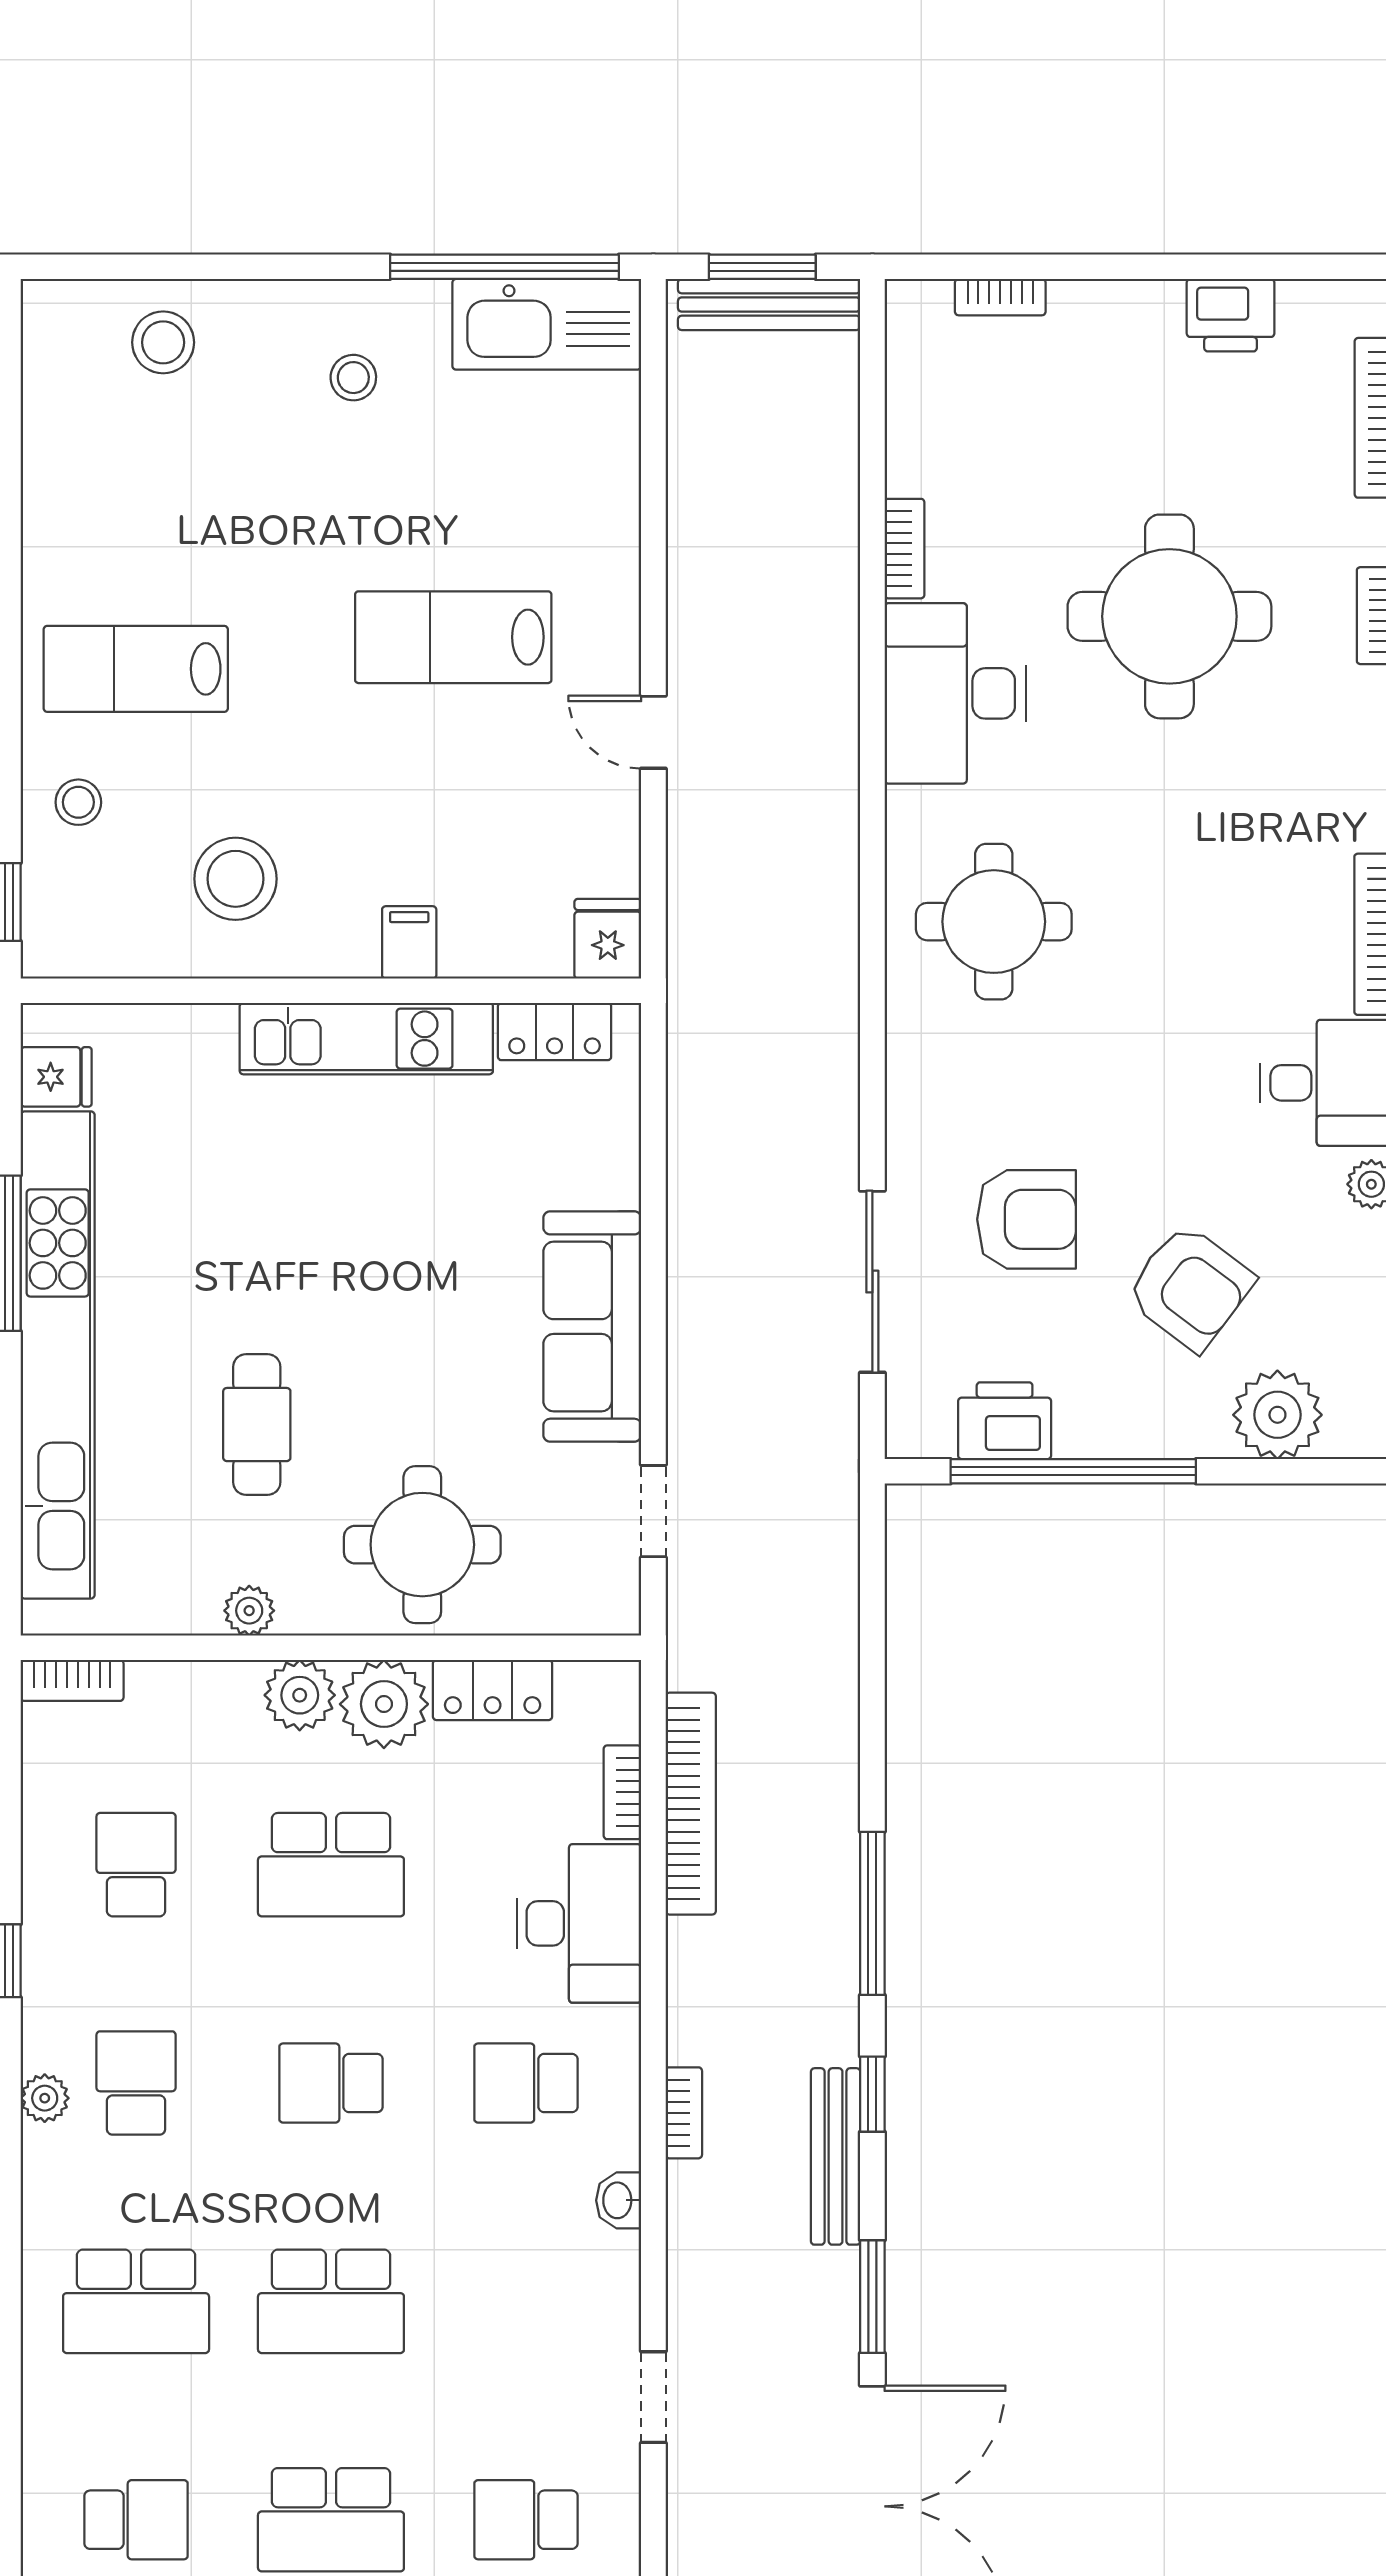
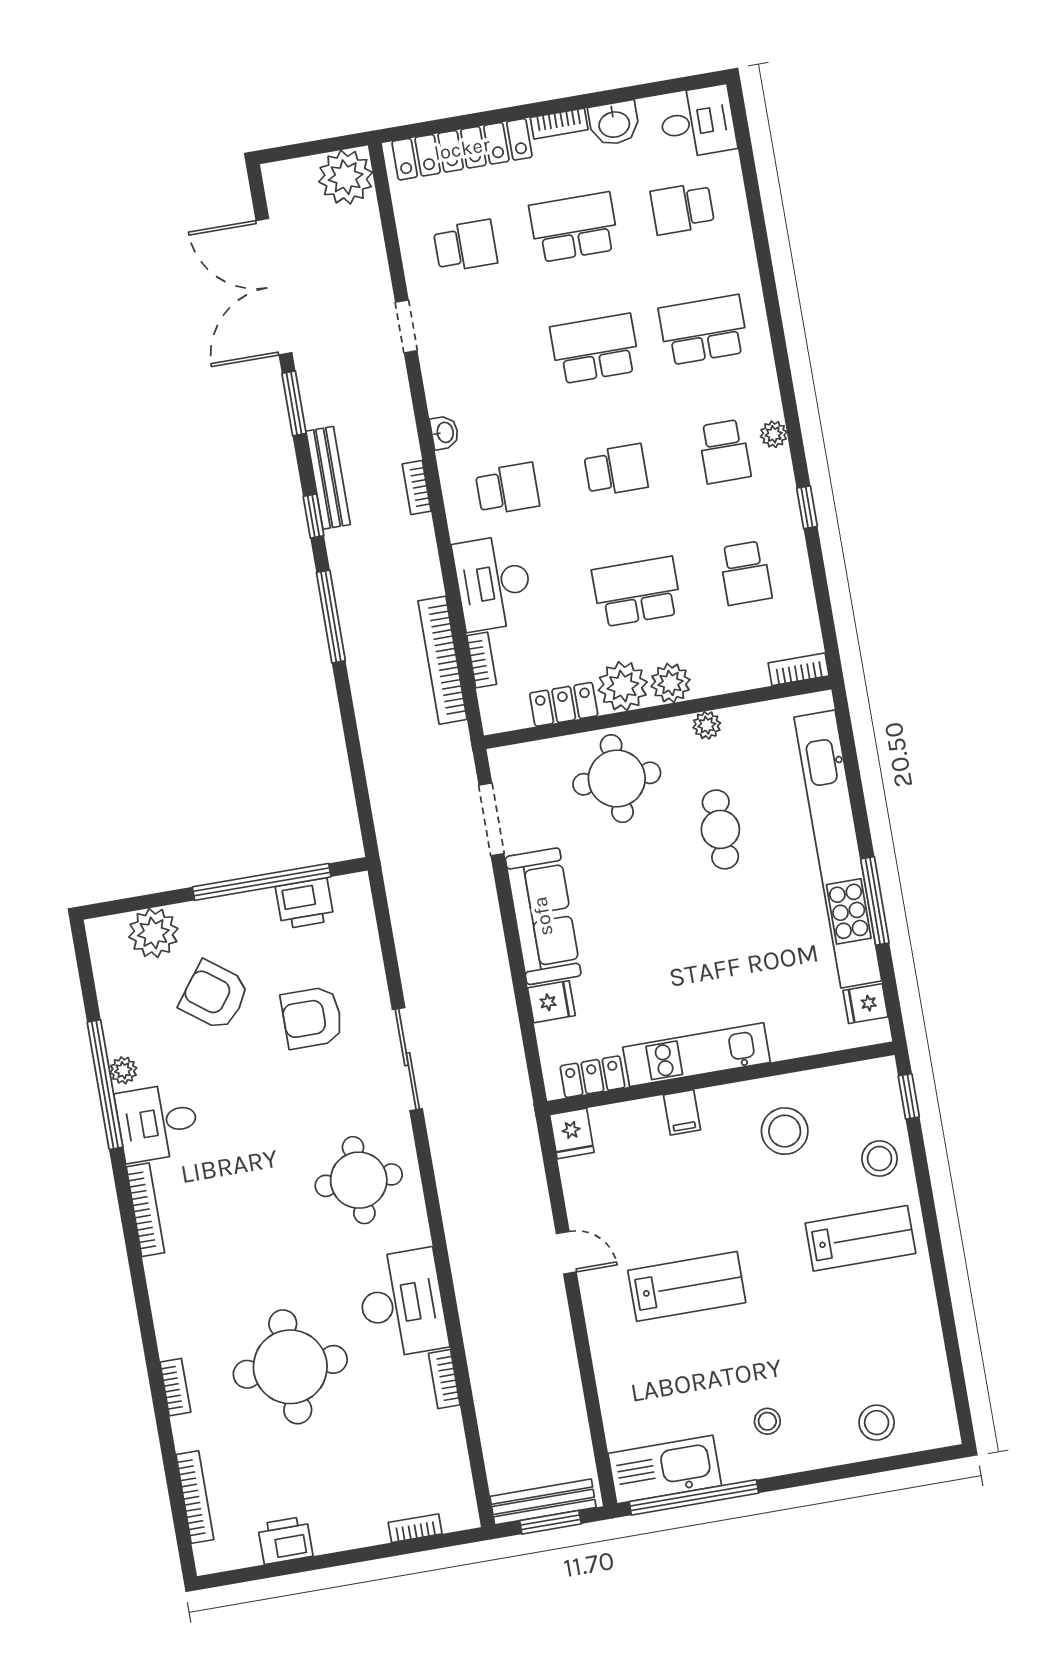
stool: (78, 802) -> (880, 1159), width x1.37, depth x1.37
fridge: (604, 1175) -> (551, 1002), added
sliding door: (872, 1282) -> (407, 1059), moved
doorway: (653, 1511) -> (491, 819), width x1.38

